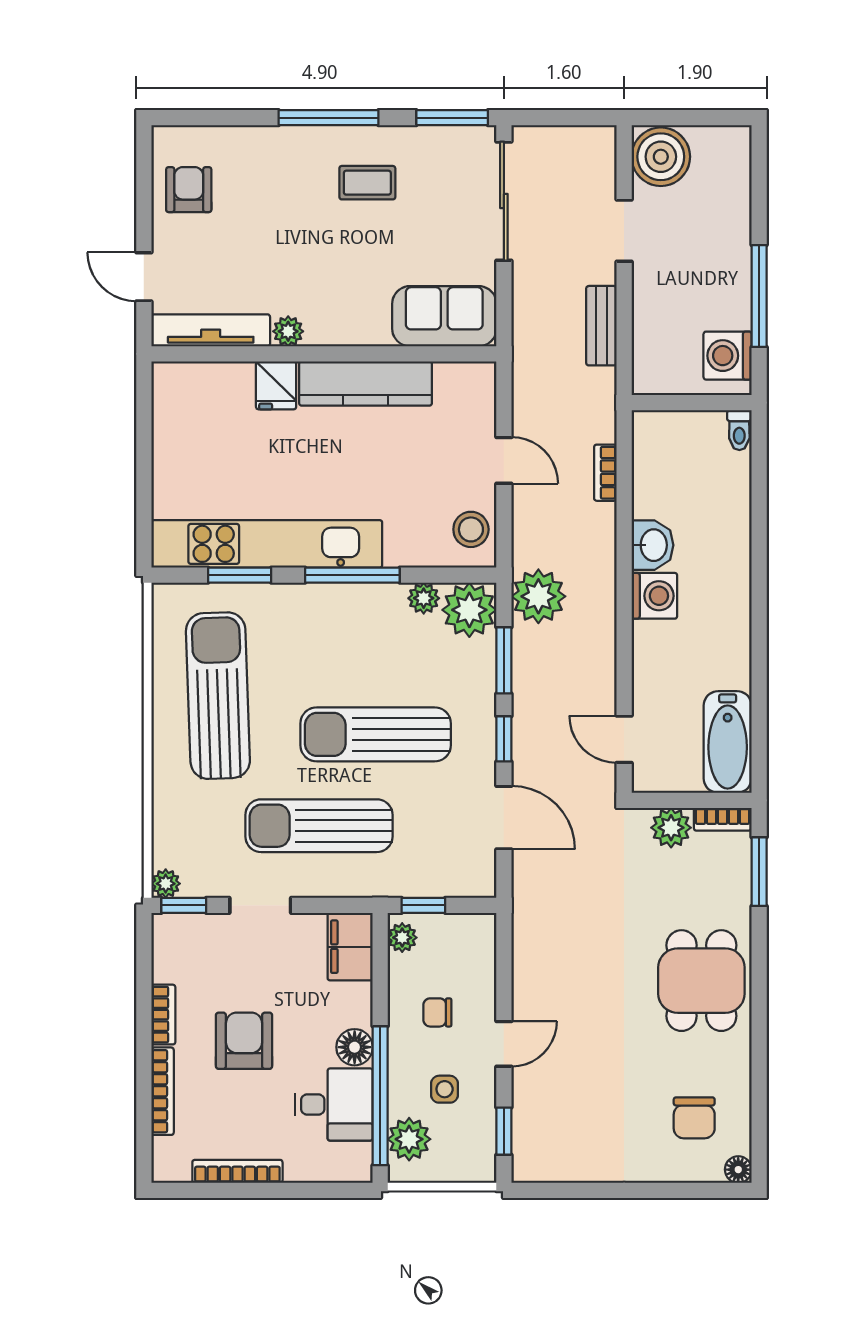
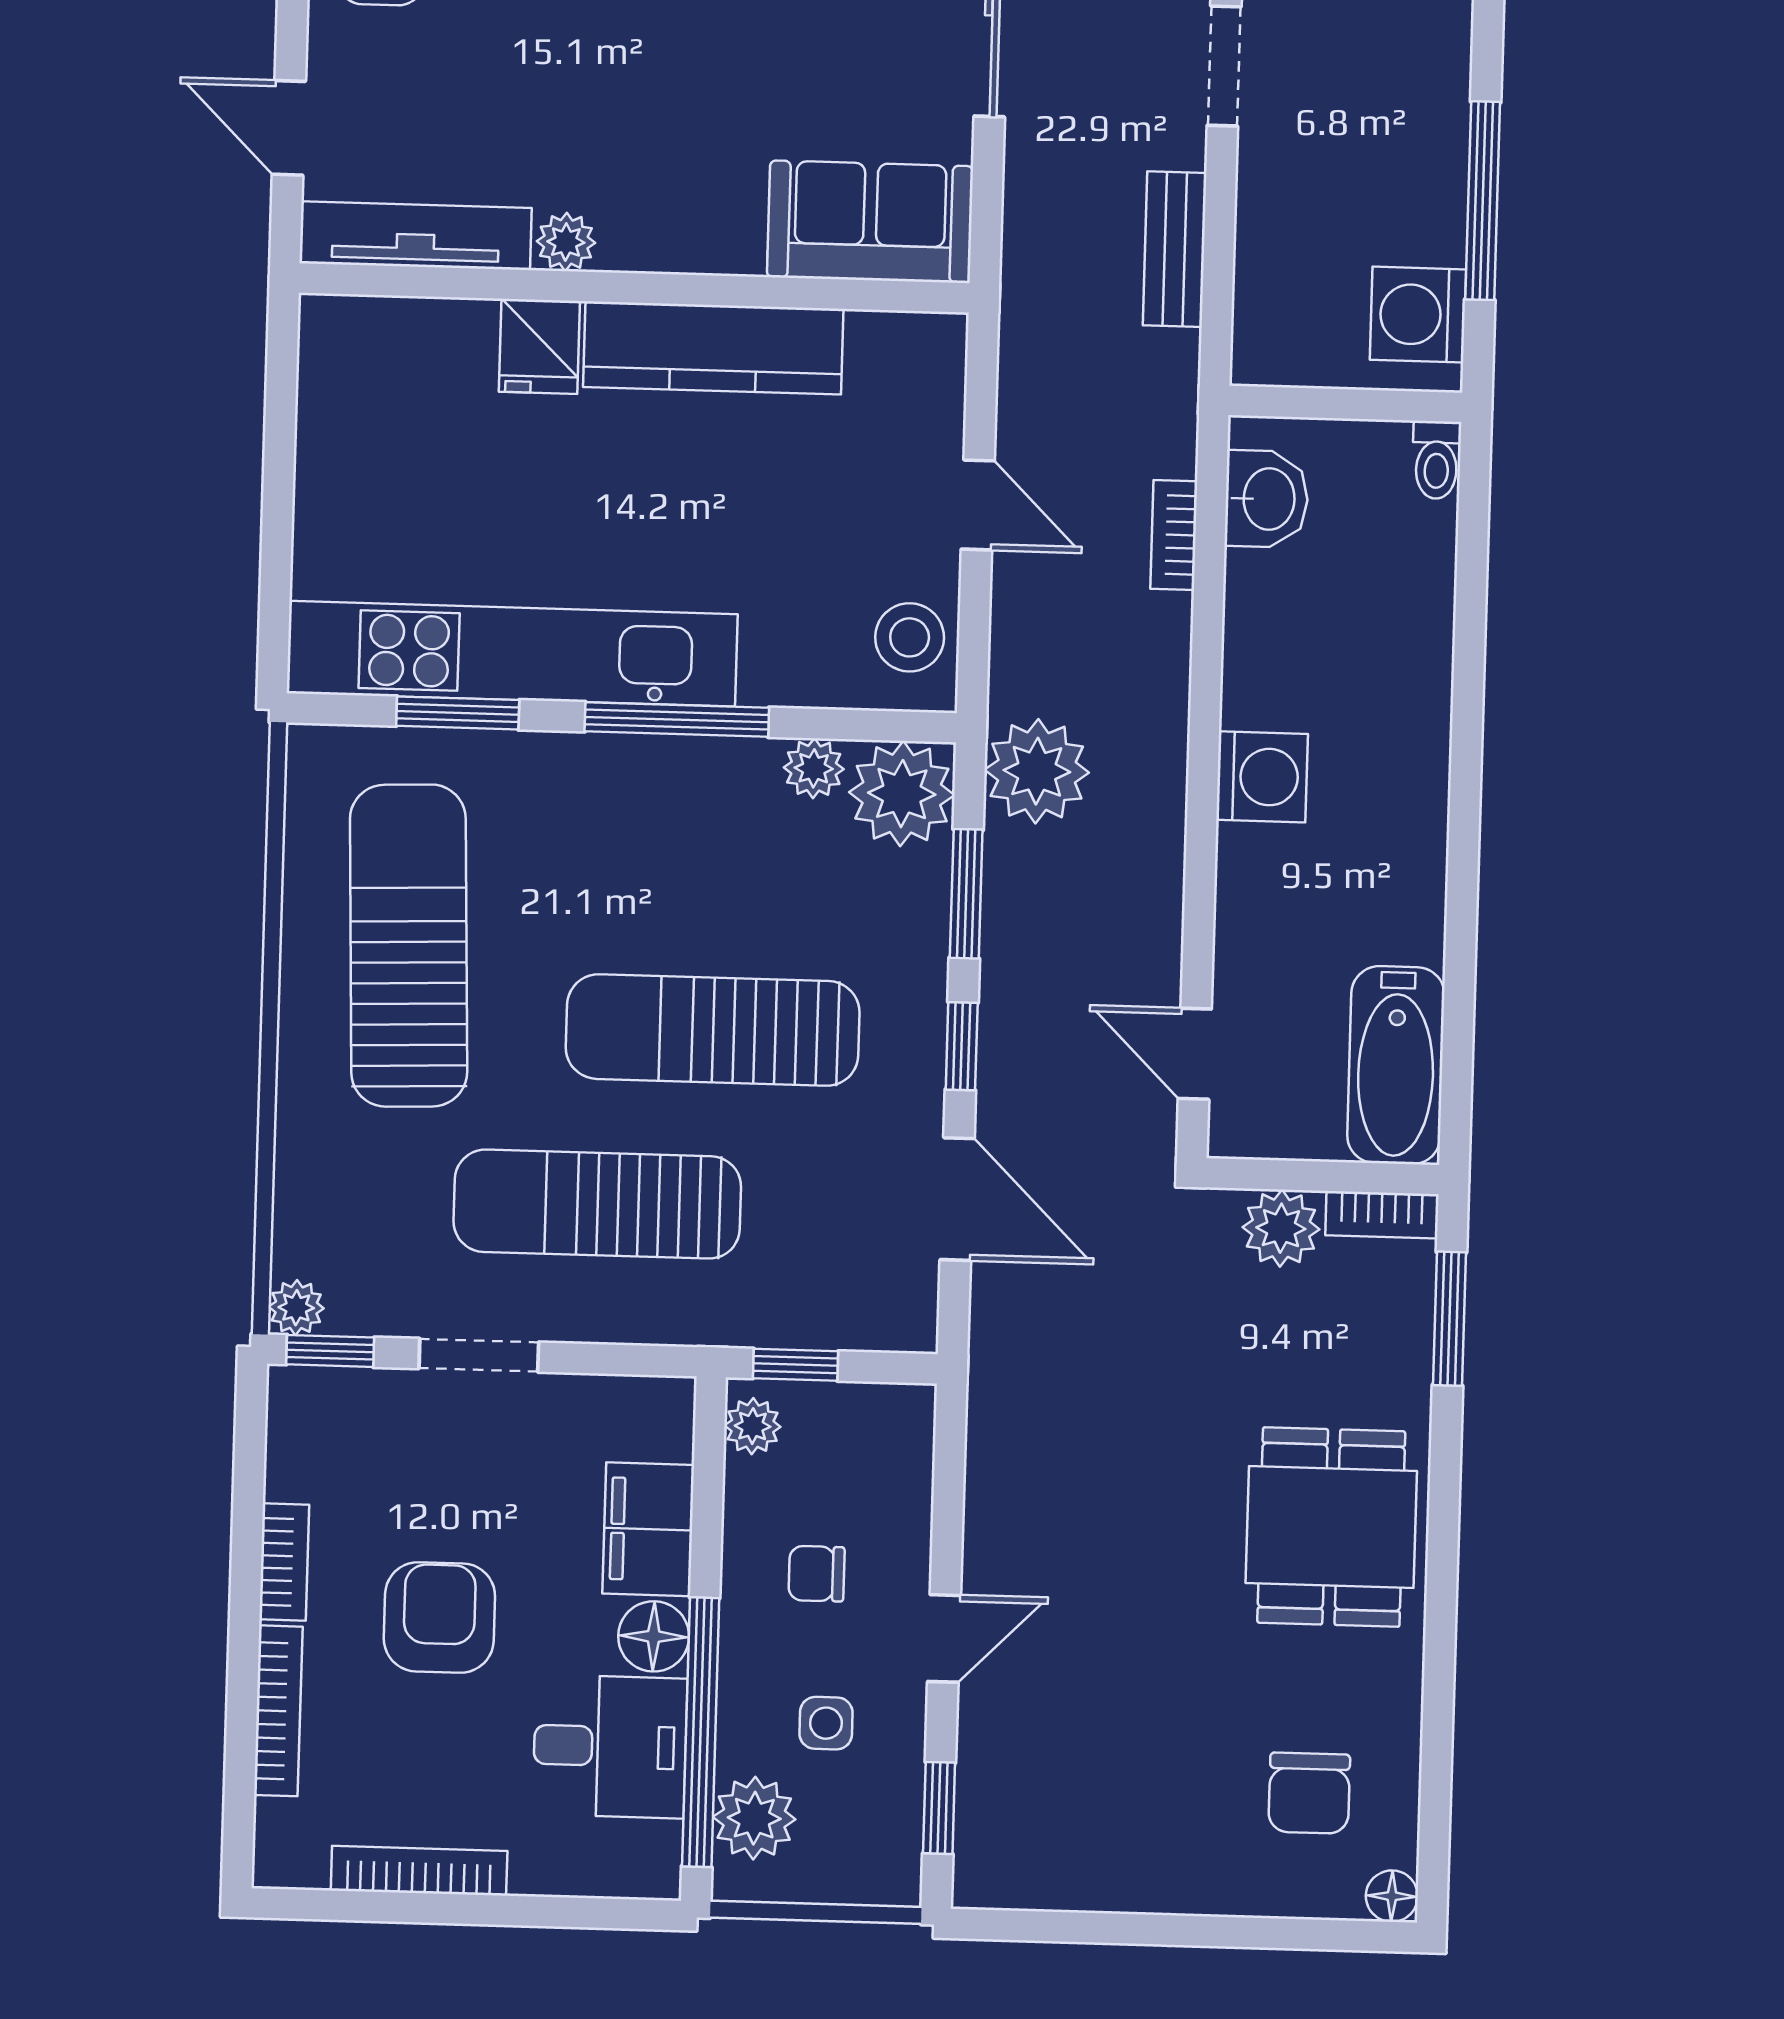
washbasin: (653, 545) -> (1267, 499), moved
filing cabinet: (350, 947) -> (648, 1529), moved

